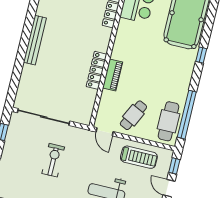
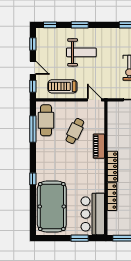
locker: (96, 70) -> (112, 166), moved
cafe table: (133, 115) -> (75, 131), moved
window: (187, 115) -> (33, 129), width x0.68

